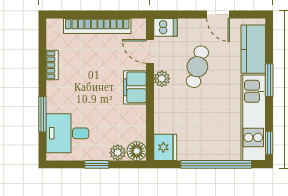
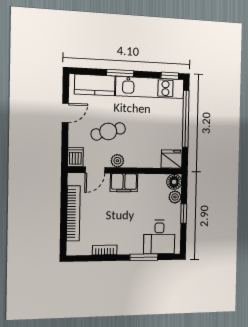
cafe table: (197, 67) -> (108, 131), turned -31

